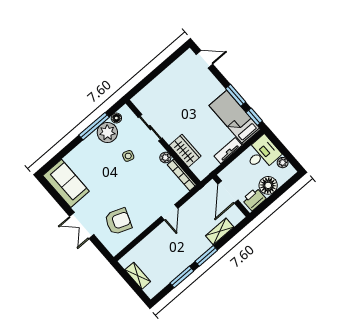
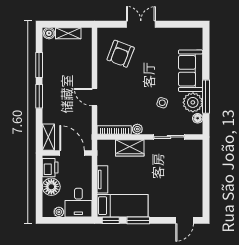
sofa: (66, 183) -> (191, 71), moved, turned 90
shelving: (220, 231) -> (48, 137), moved
boiler: (151, 291) -> (49, 33), added

